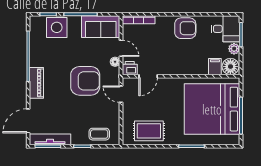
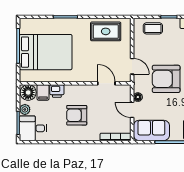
armchair: (185, 28) -> (77, 115), moved
printer: (130, 68) -> (57, 91), moved
door: (148, 76) -> (106, 83), hinge flipped
bed: (212, 109) -> (46, 52), width x0.73

